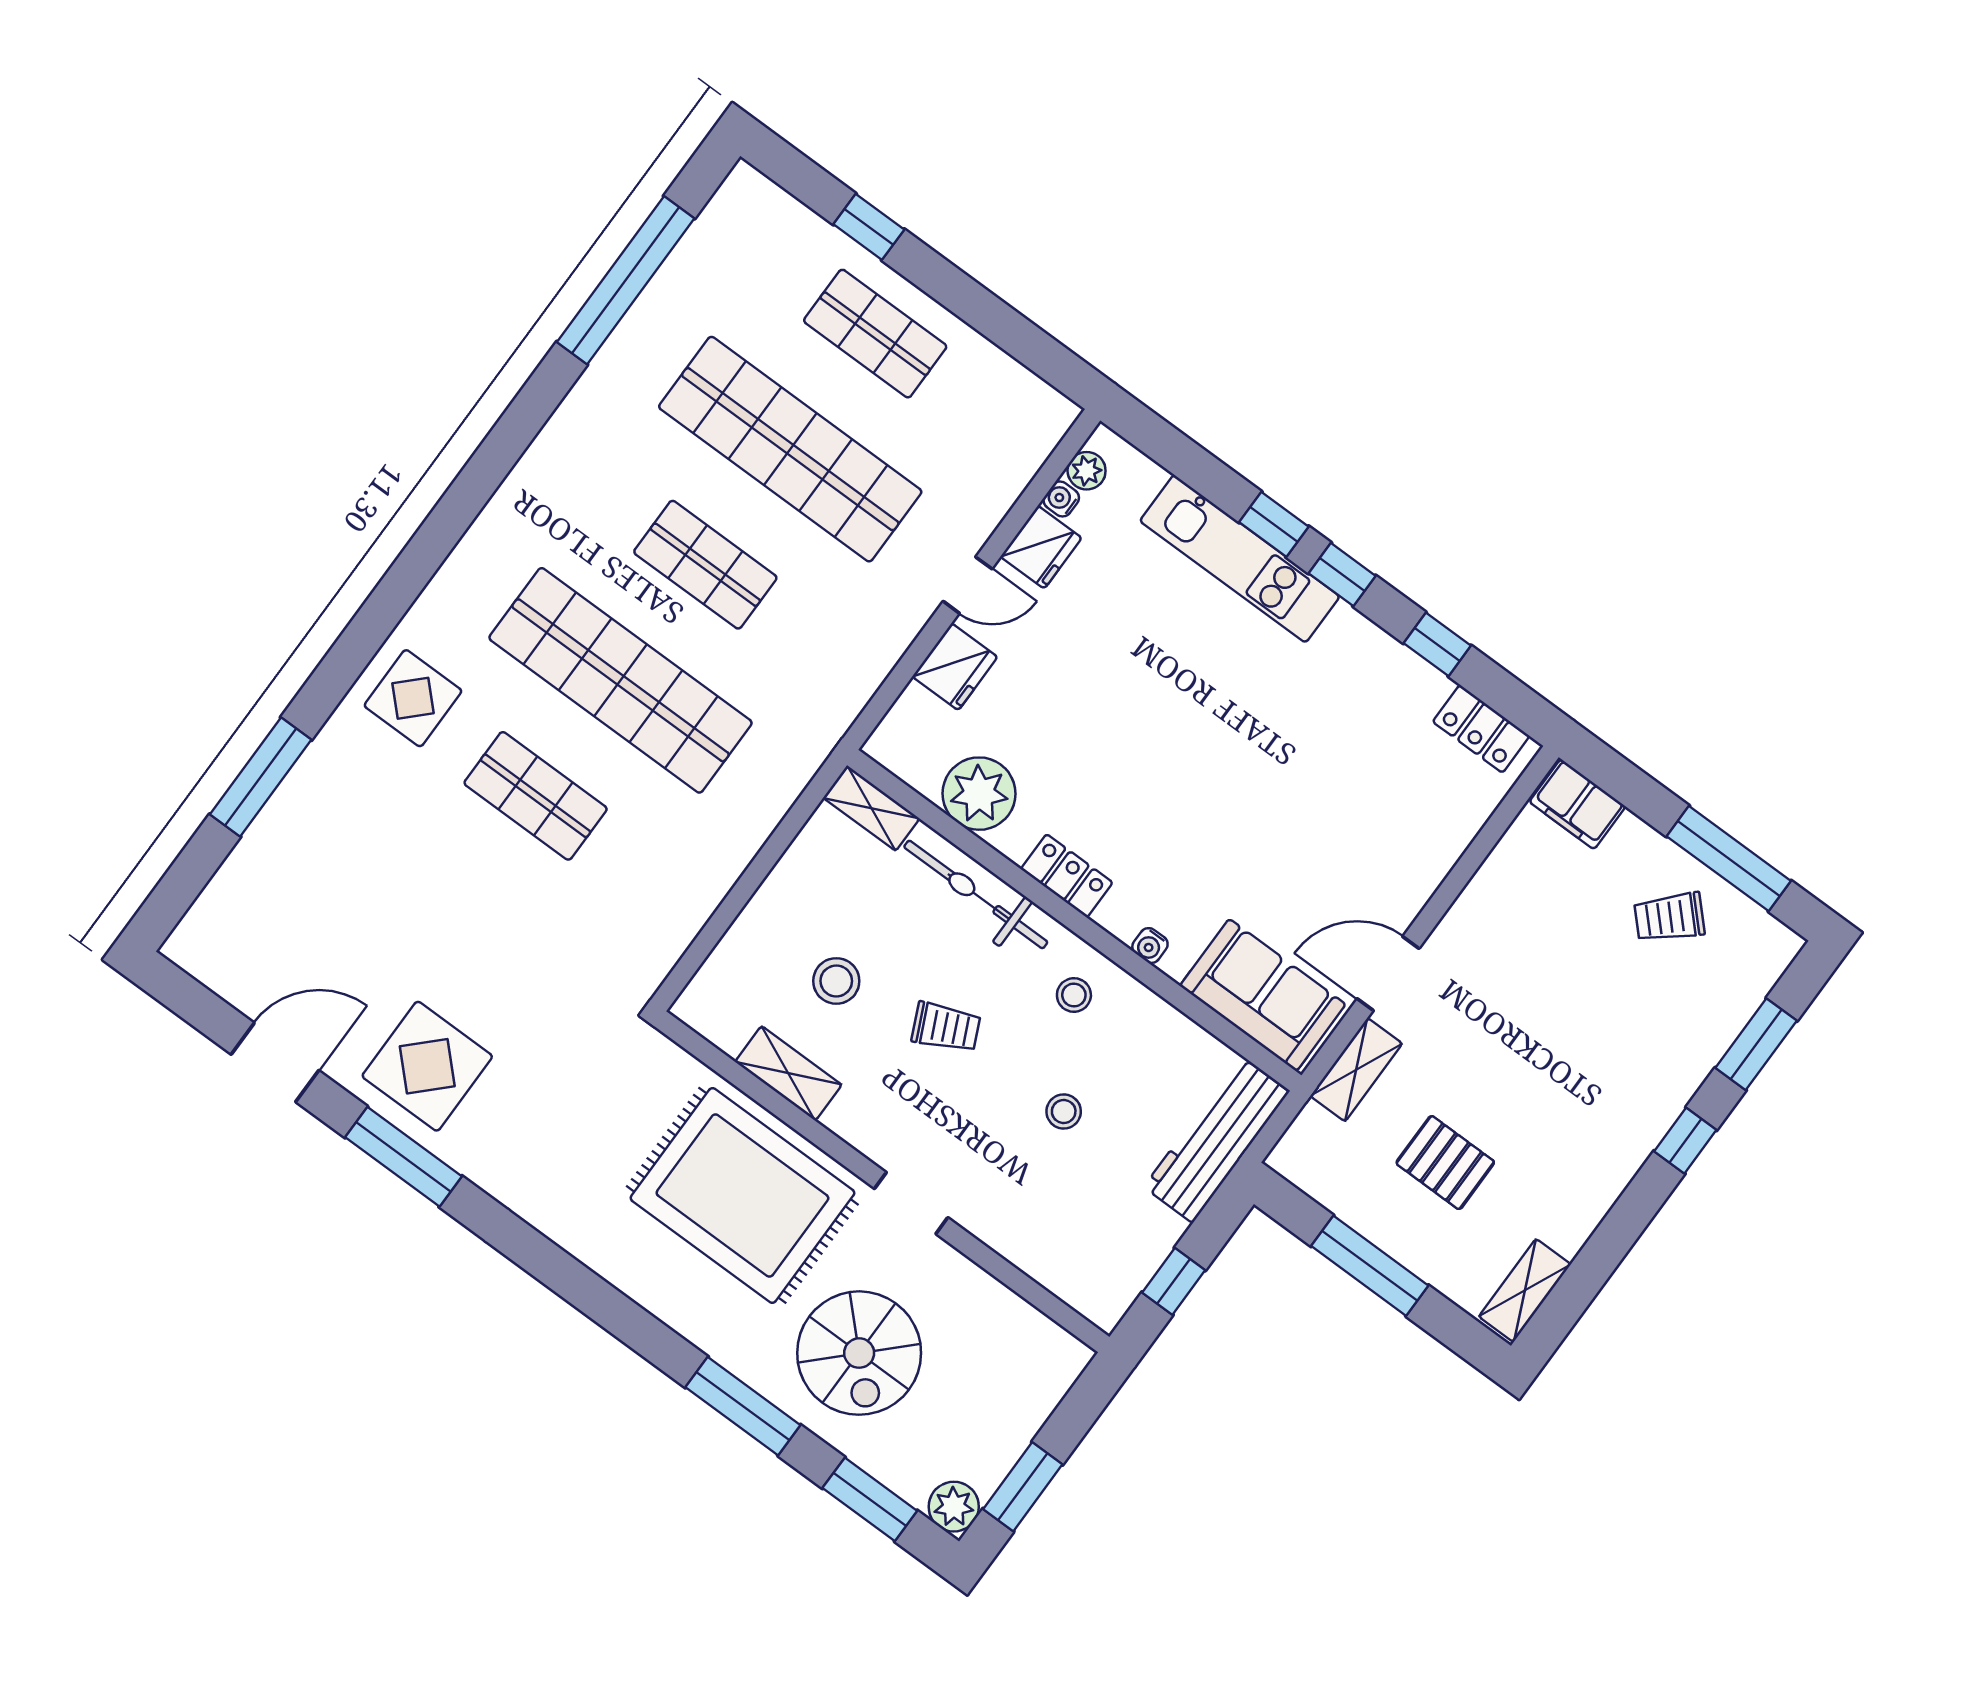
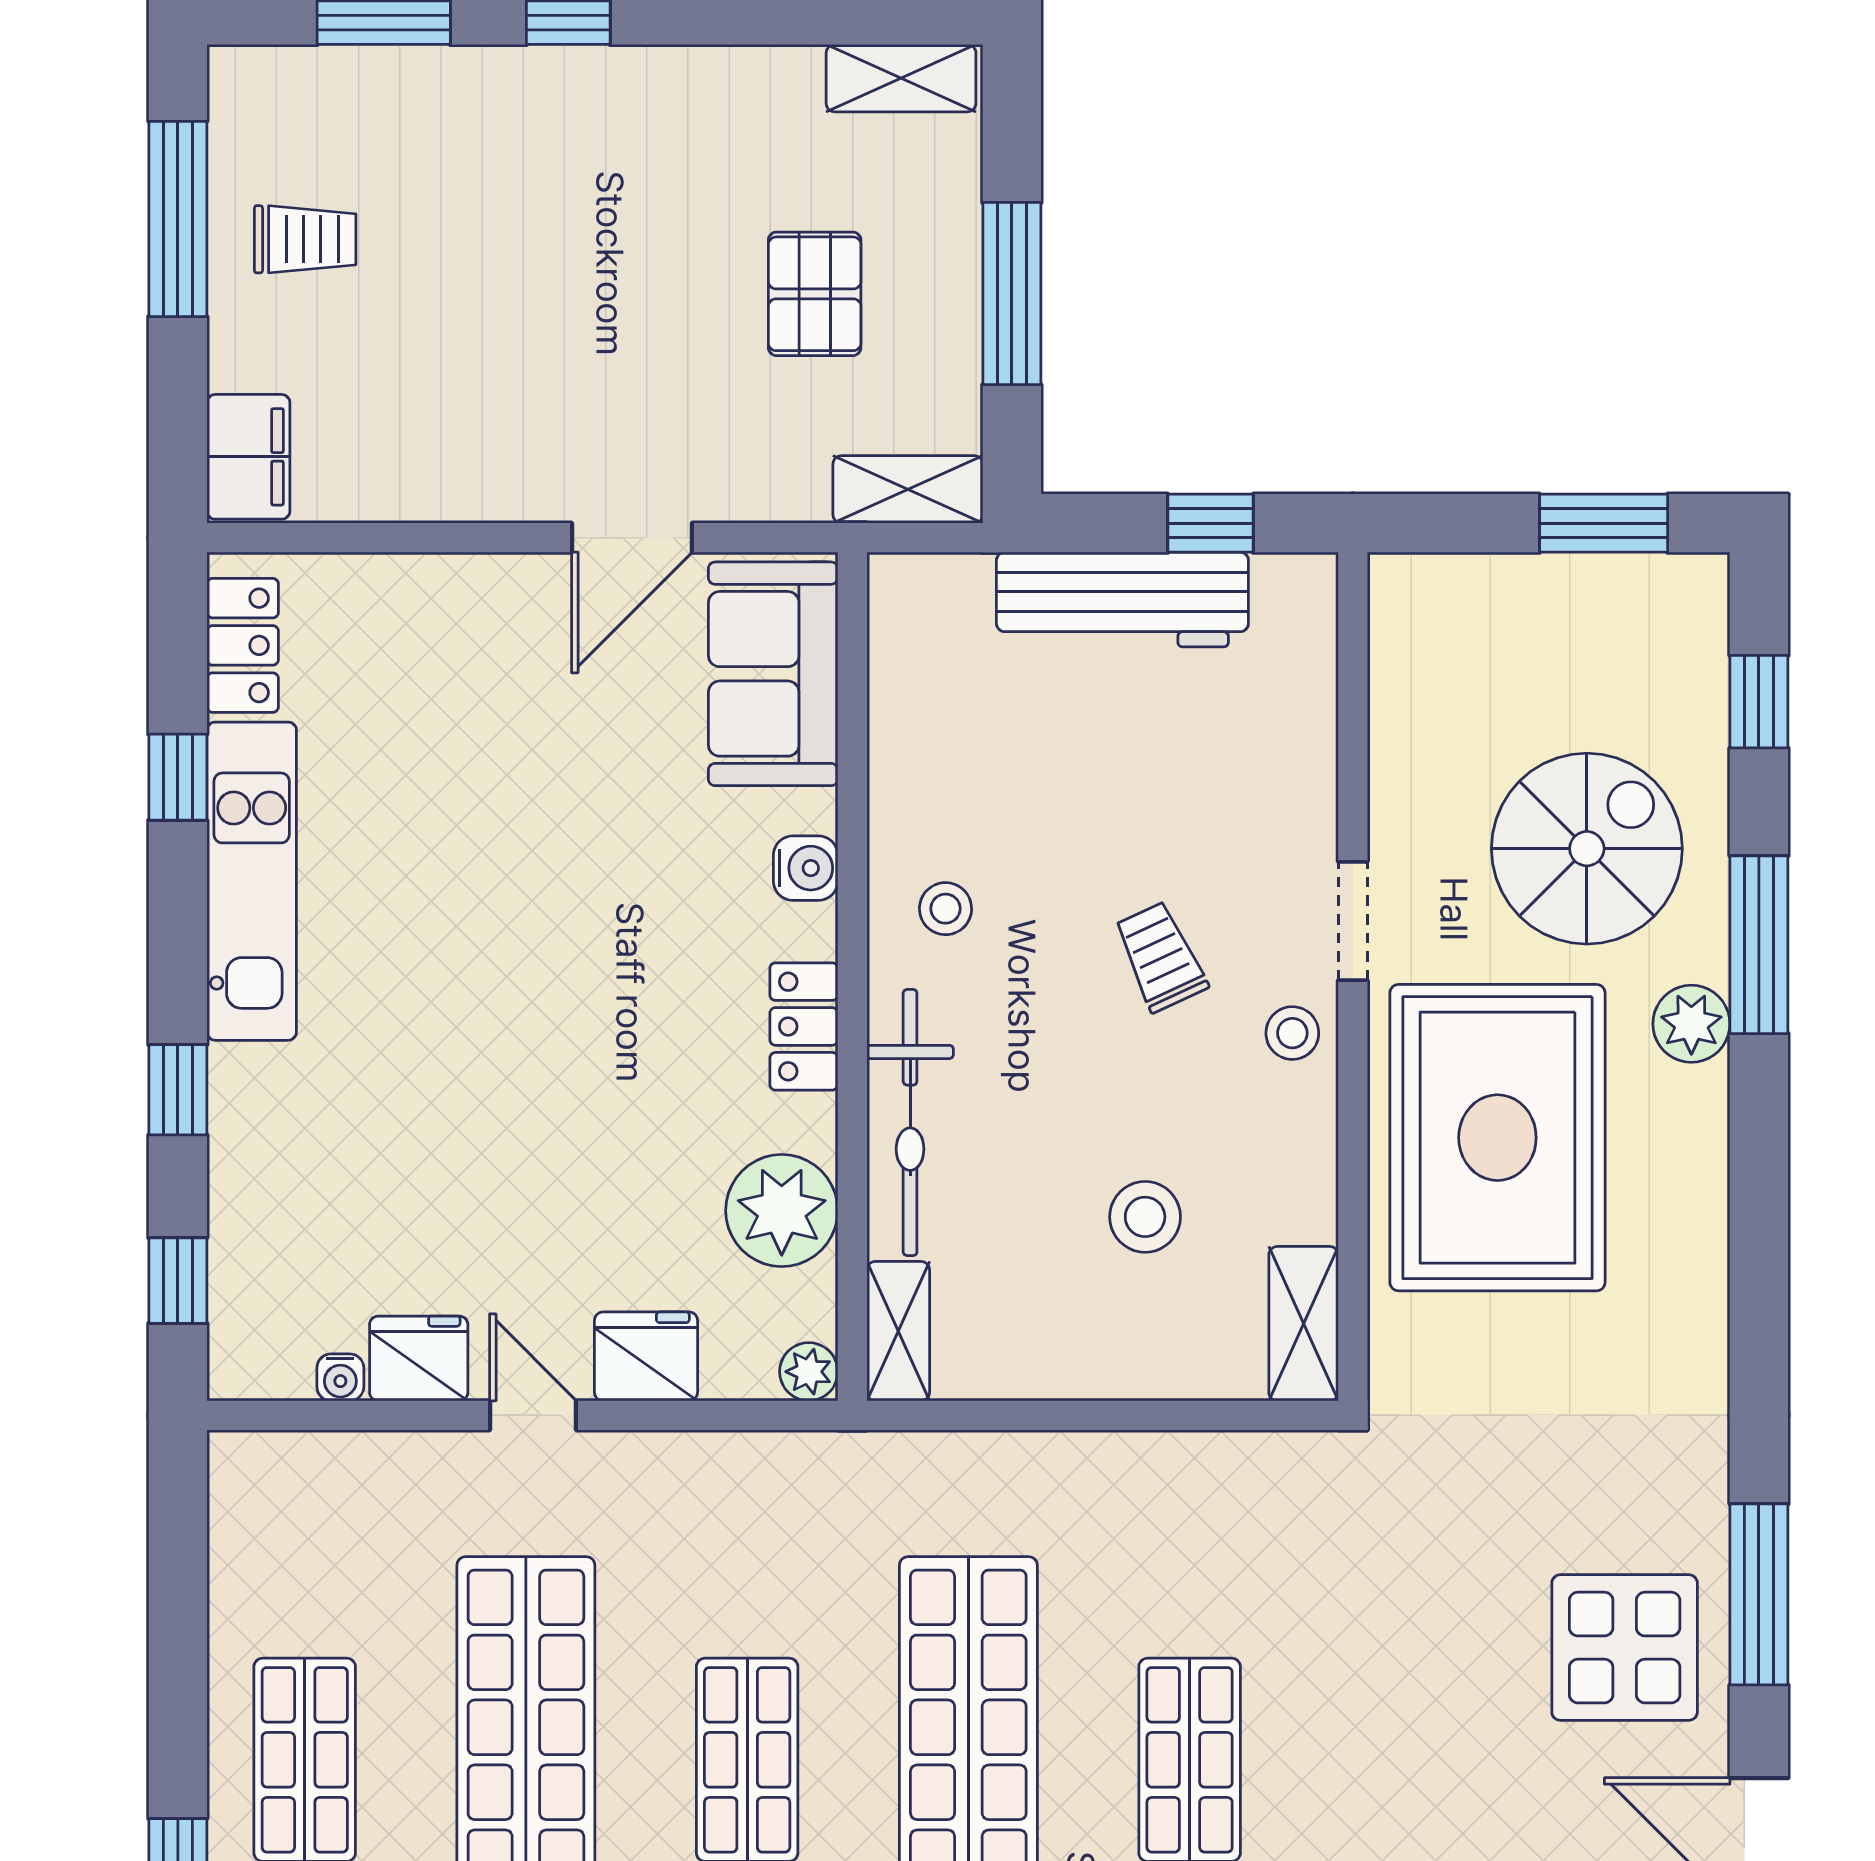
plant: (1087, 471) -> (809, 1372), moved
kitchen unit: (1240, 559) -> (252, 881), moved
window: (1342, 575) -> (178, 1281), moved
trolley: (1669, 917) -> (305, 239), turned -46
water cooler: (1150, 946) -> (806, 868), width x1.38, depth x1.38
door: (1388, 974) -> (632, 538), hinge flipped
trolley: (946, 1027) -> (1160, 957), moved
shelving: (1356, 1070) -> (908, 489), moved
shelving: (788, 1073) -> (1304, 1324), moved
stool: (1064, 1112) -> (1292, 1033), moved
workbench: (1216, 1139) -> (1122, 600), moved
window: (870, 1499) -> (1759, 702), width x0.67
plant: (954, 1507) -> (1691, 1024), moved

